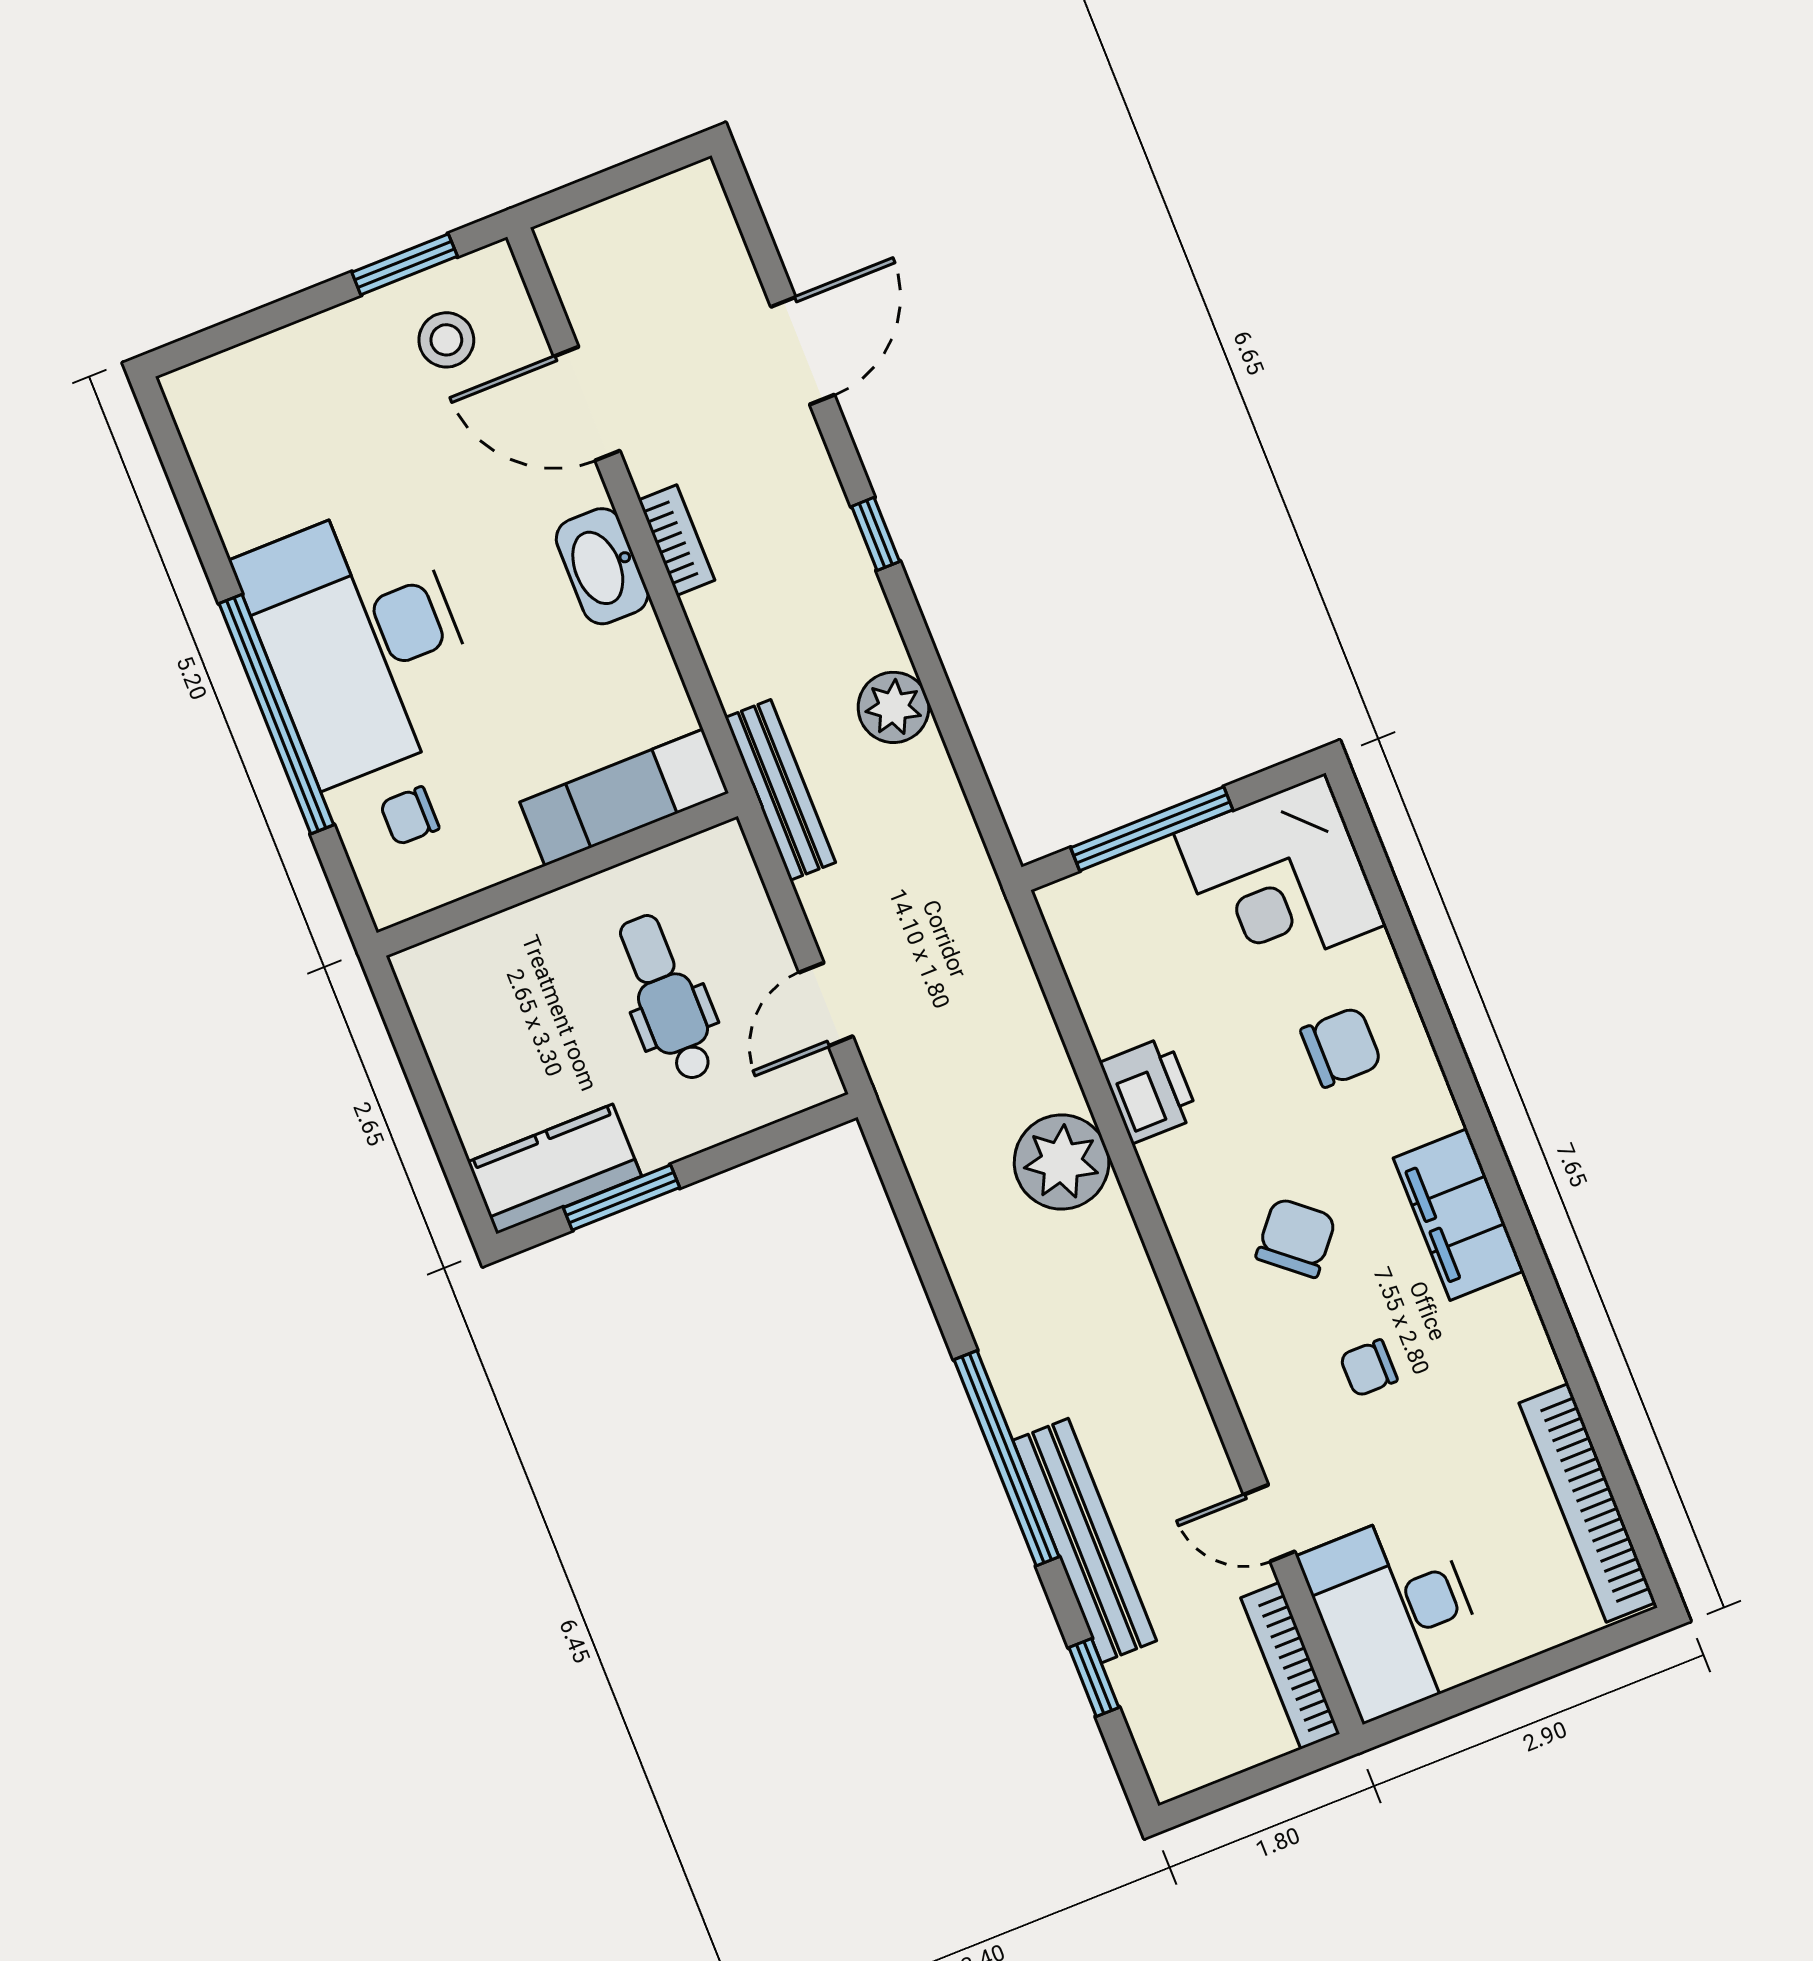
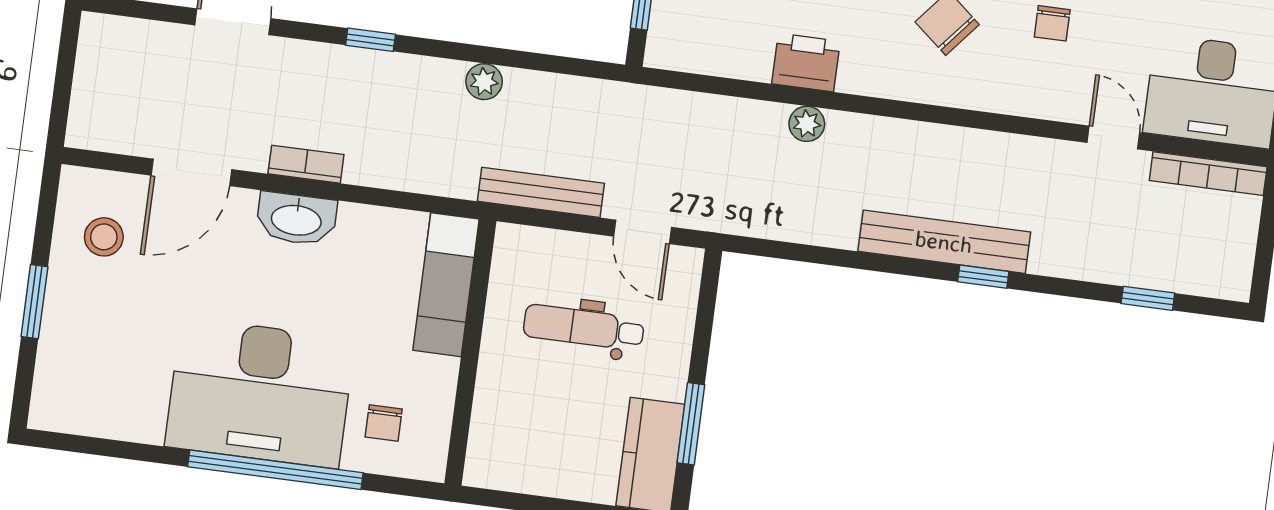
window: (405, 264) -> (34, 302), moved
plant: (894, 707) -> (484, 82), width x0.73, depth x0.73
bench: (780, 790) -> (541, 192), moved
plant: (1062, 1162) -> (807, 124), width x0.53, depth x0.53
window: (1007, 1458) -> (983, 277), width x0.32
door: (1269, 1523) -> (1113, 138), swing flipped
bench: (1085, 1541) -> (944, 242), moved

